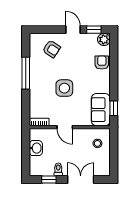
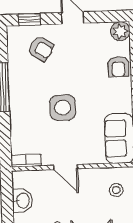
window: (94, 30) -> (29, 19), moved
armchair: (102, 63) -> (118, 67), turned 180

